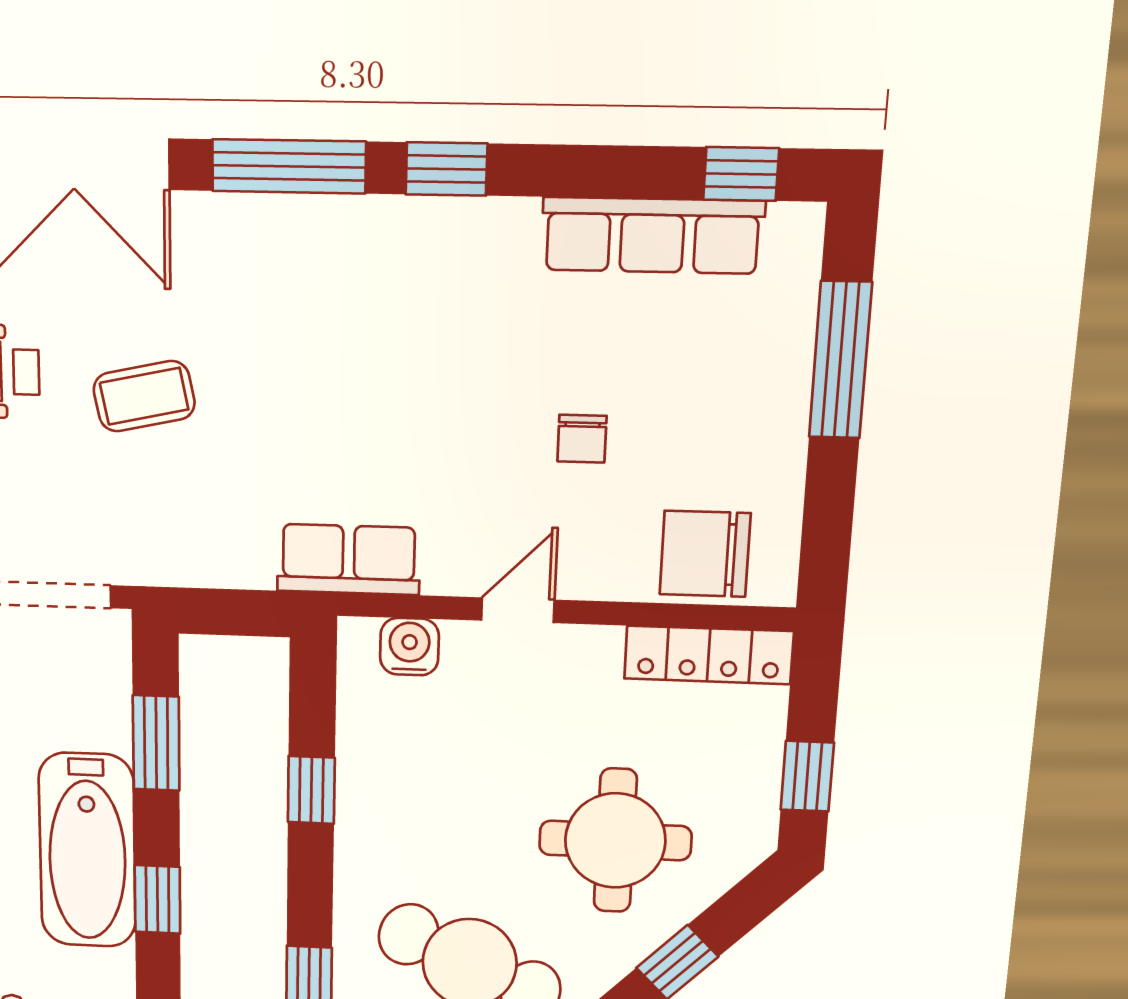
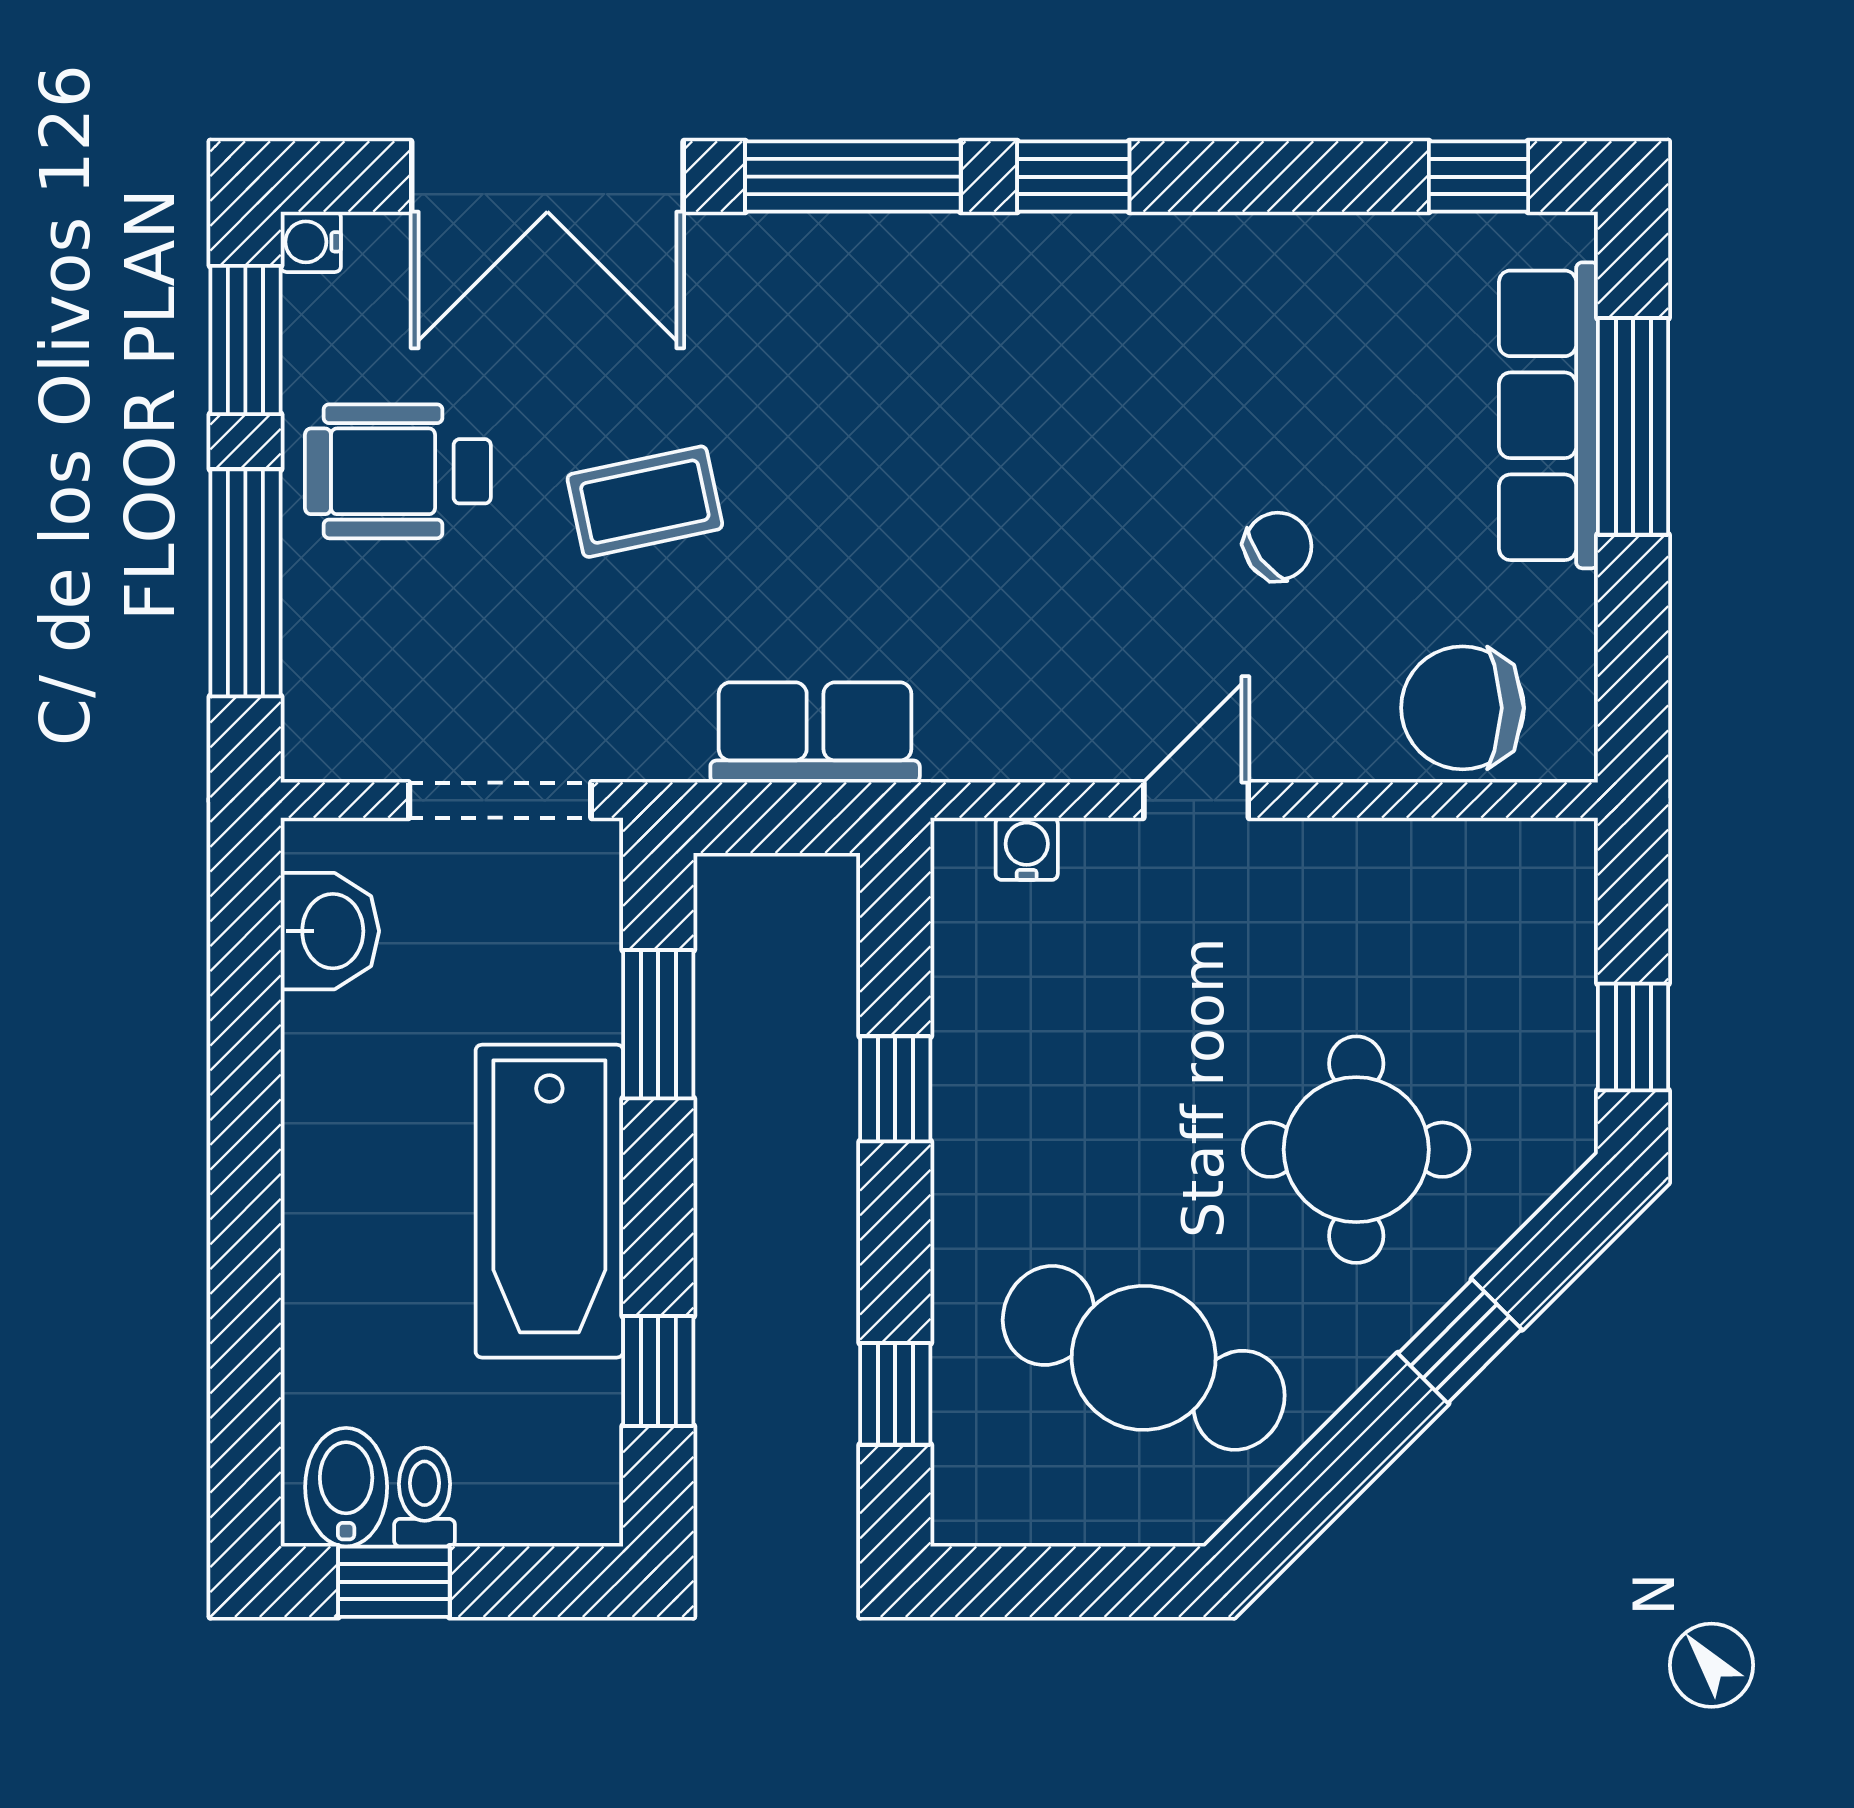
row of seats: (652, 235) -> (1548, 415), moved, turned 90
chair: (582, 439) -> (1278, 546), turned -127
row of seats: (349, 559) -> (815, 732), moved
water cooler: (409, 647) -> (1027, 849), width x0.72, depth x0.72
locker: (709, 655) -> (1477, 858), removed
window: (158, 899) -> (658, 1371), moved

